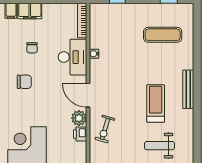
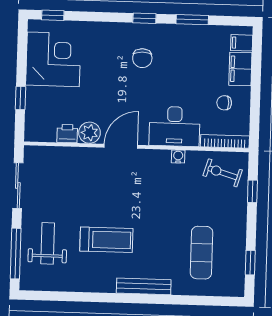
chair: (32, 48) -> (224, 103), moved
bench: (188, 89) -> (144, 286), moved
exercise bike: (105, 129) -> (223, 173), moved

